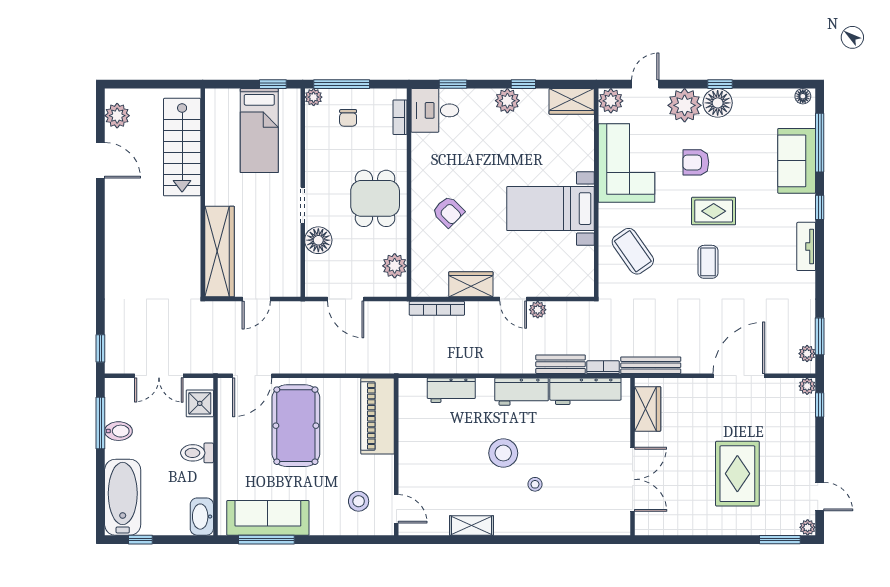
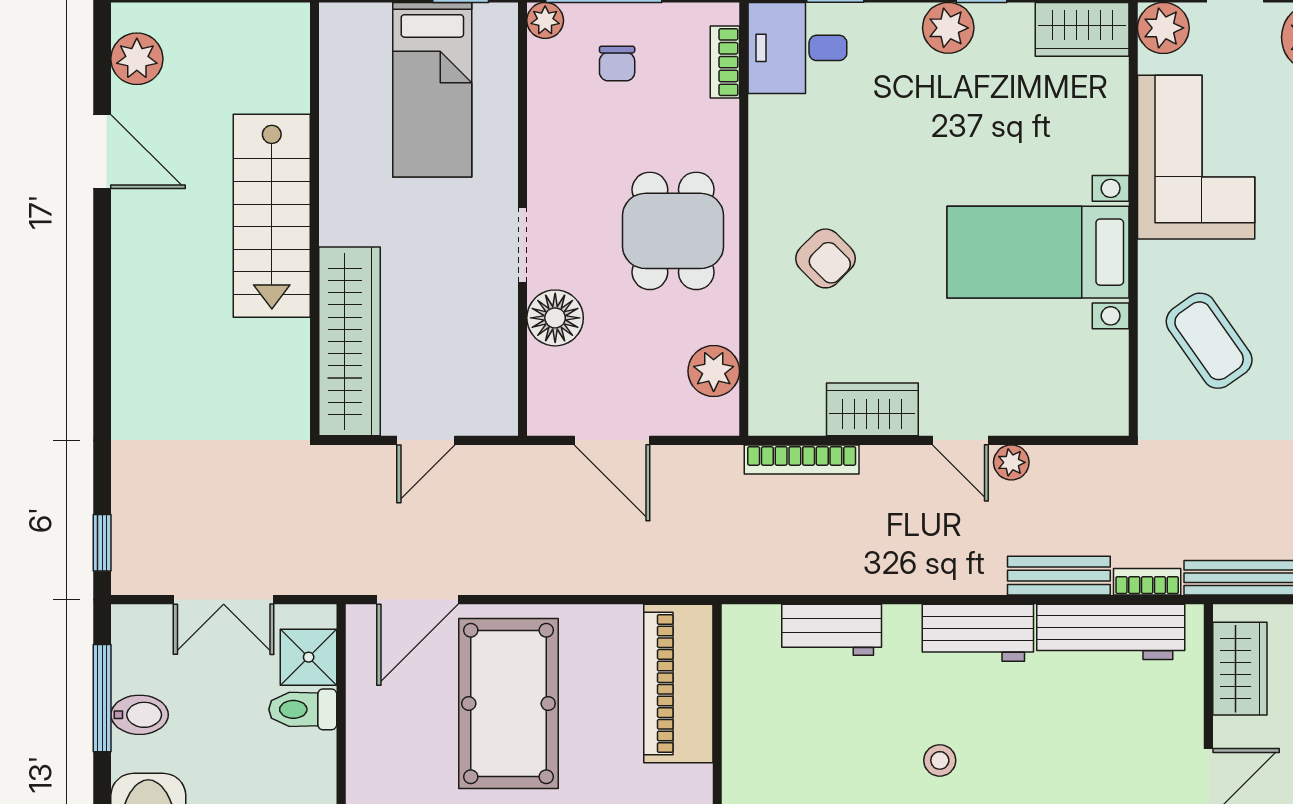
stairs: (182, 147) -> (272, 216), moved
toilet: (197, 453) -> (303, 709), moved
stool: (503, 453) -> (940, 760), width x0.53, depth x0.53

